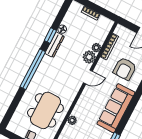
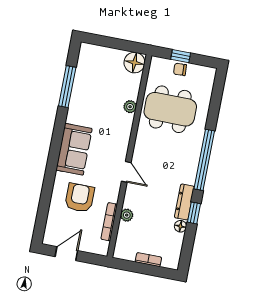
plant: (89, 57) -> (133, 199), removed
door: (88, 77) -> (126, 172), swing flipped
sofa: (116, 108) -> (74, 149), width x0.73
dining table: (45, 110) -> (170, 109), turned 90

